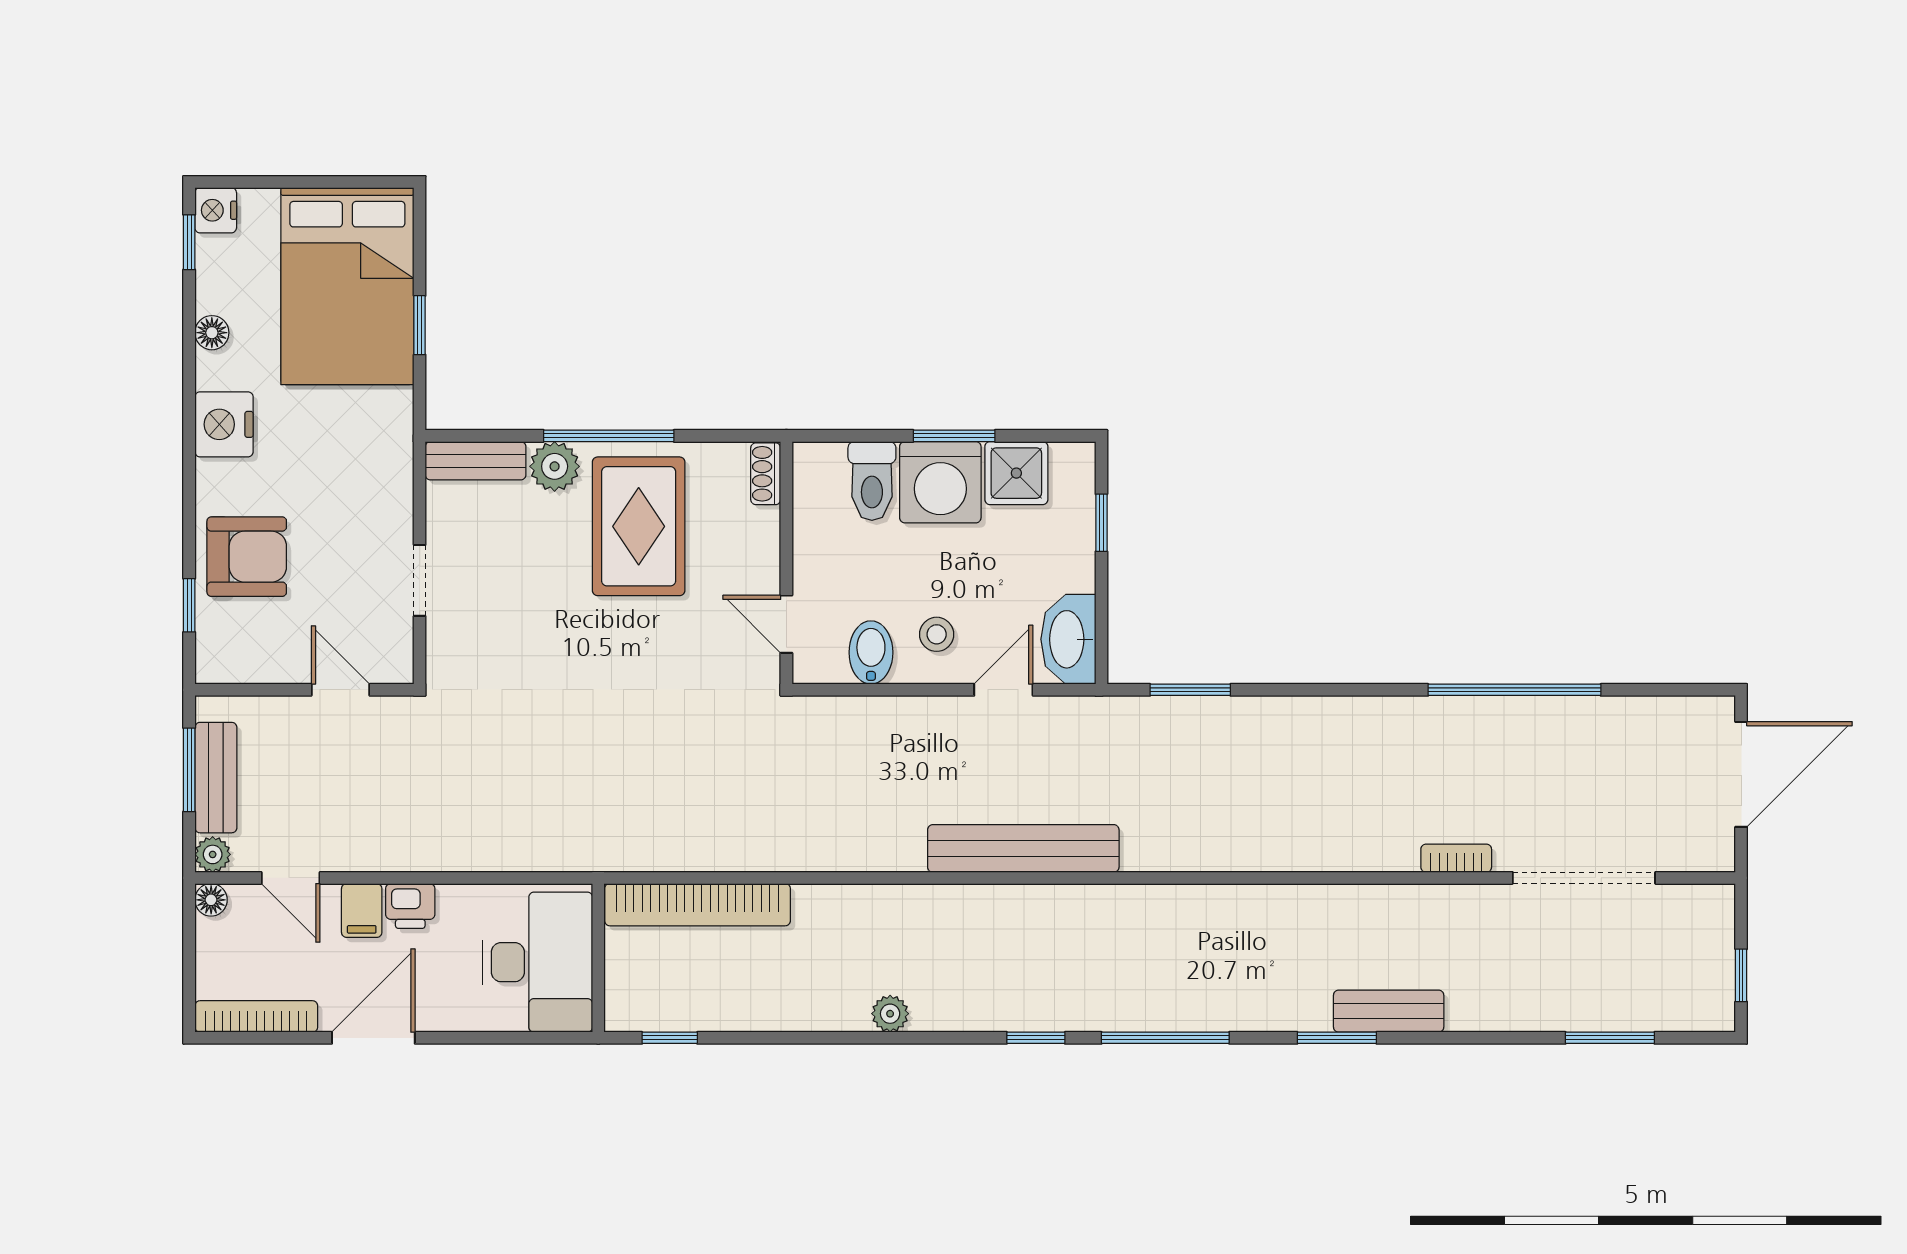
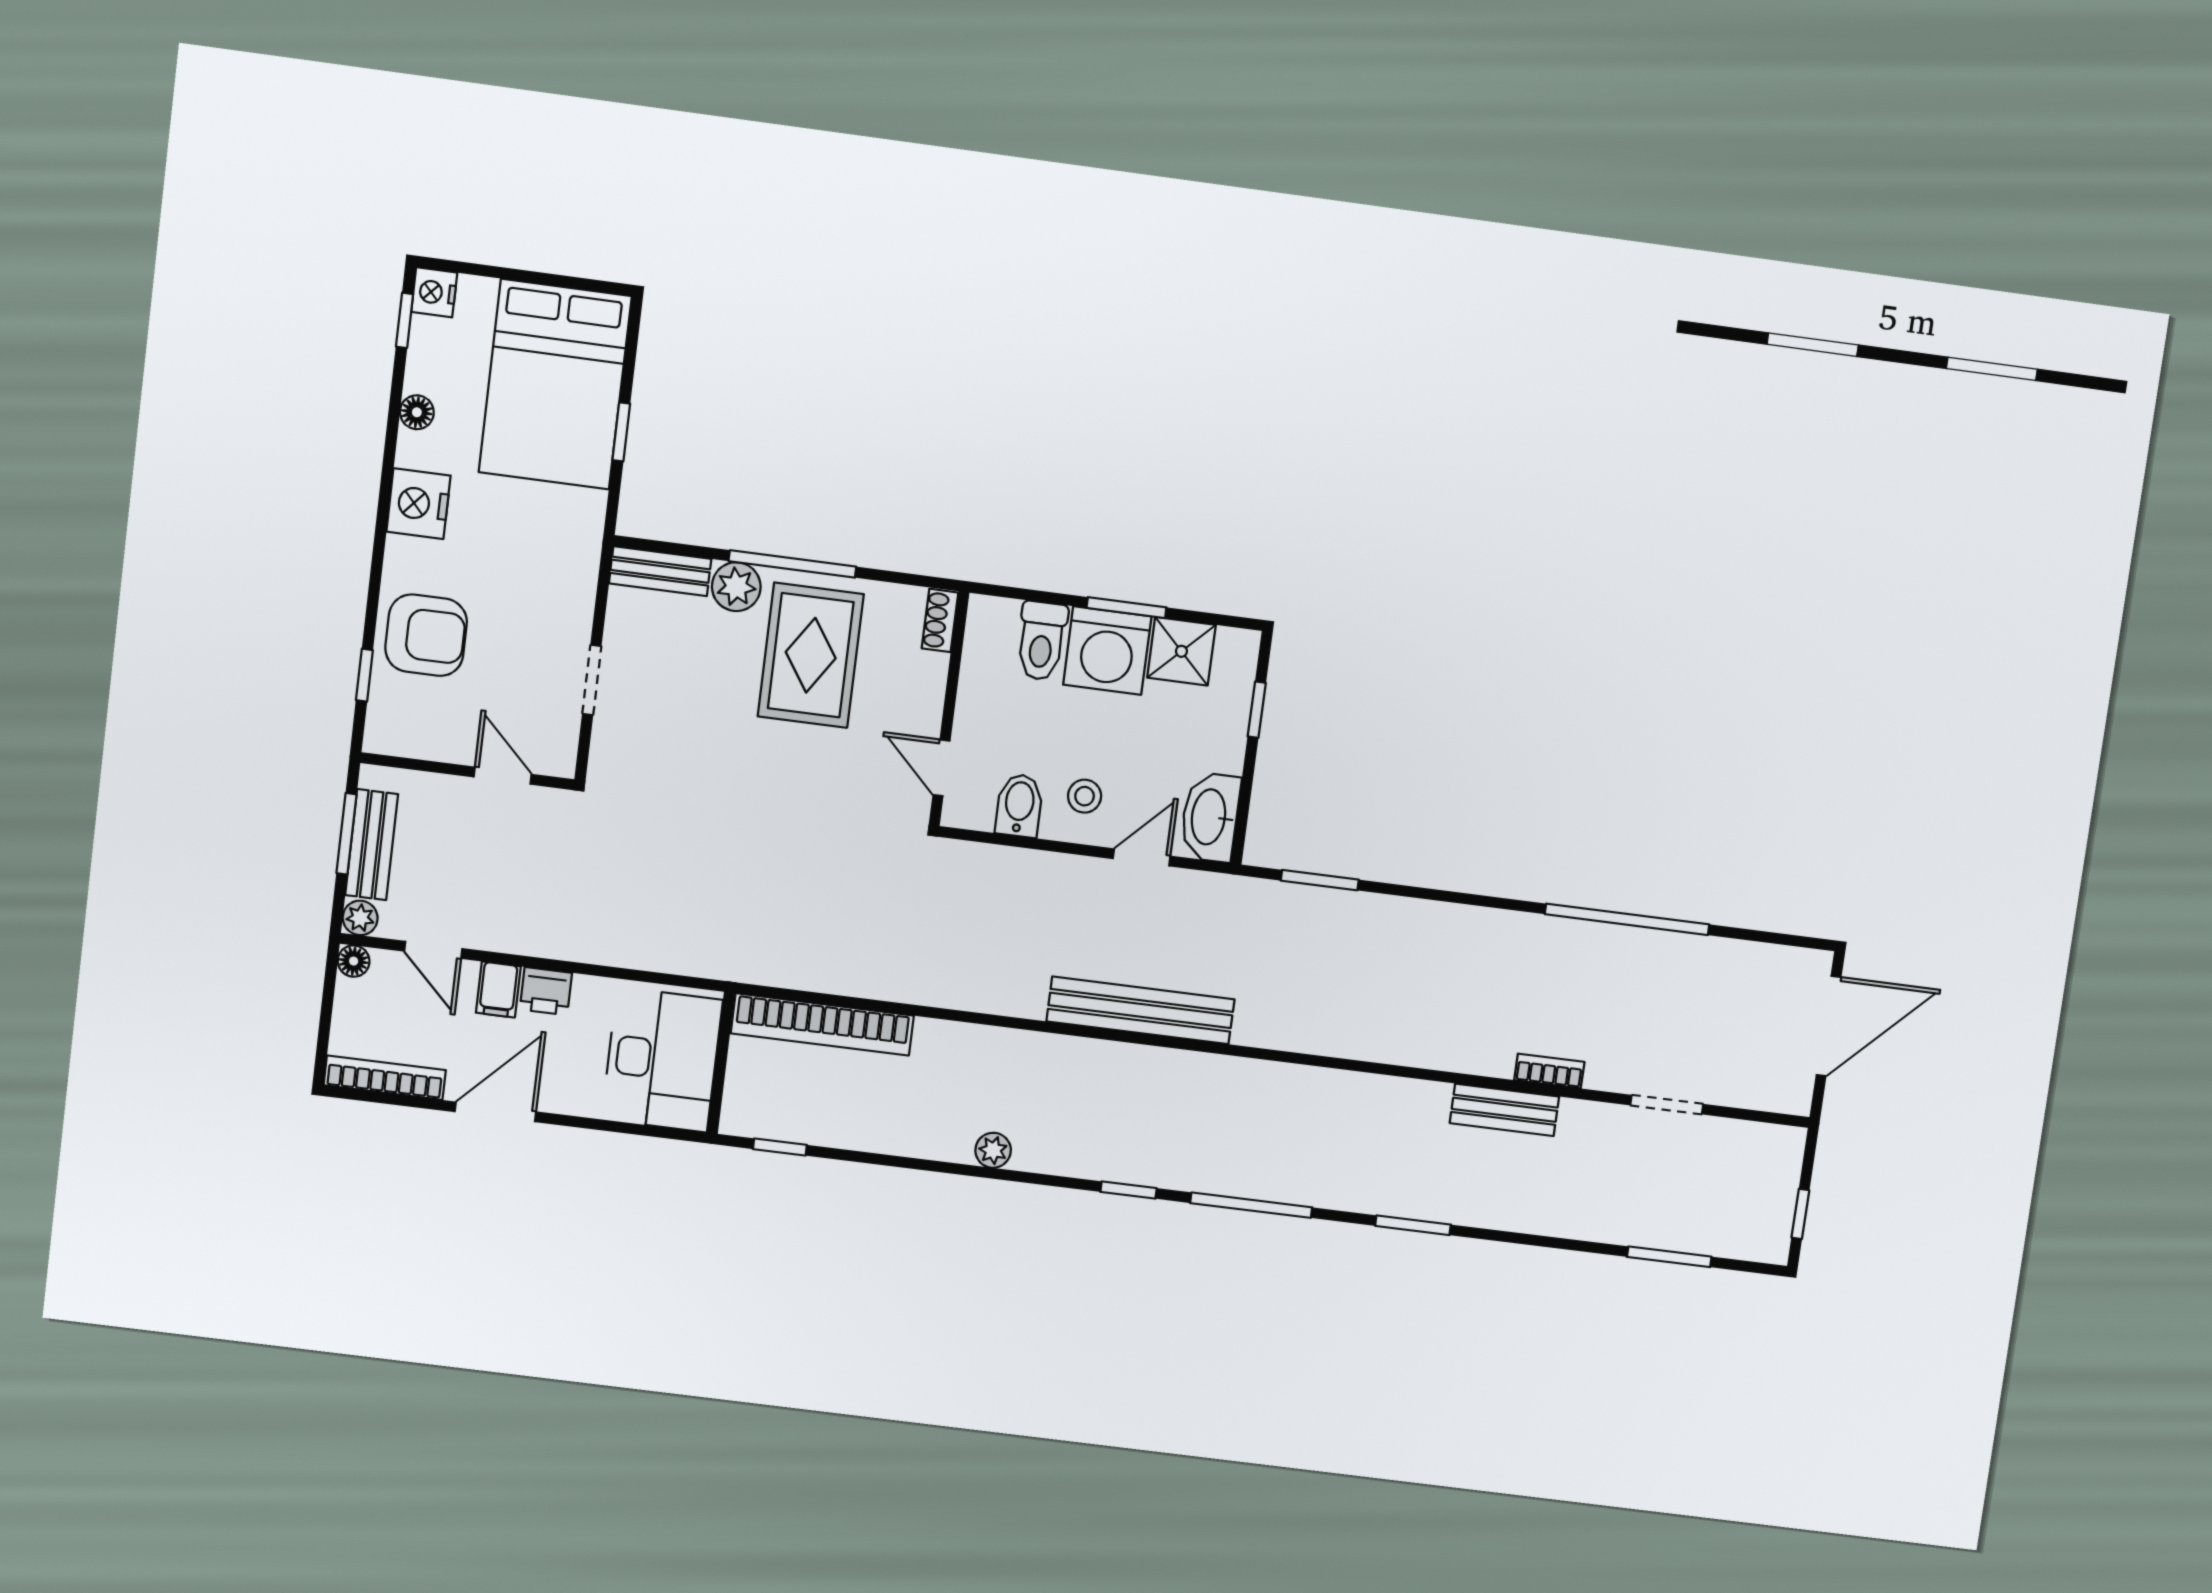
doorway: (1584, 878) -> (1667, 1105), width x0.53
bench: (1389, 1011) -> (1504, 1110), moved

